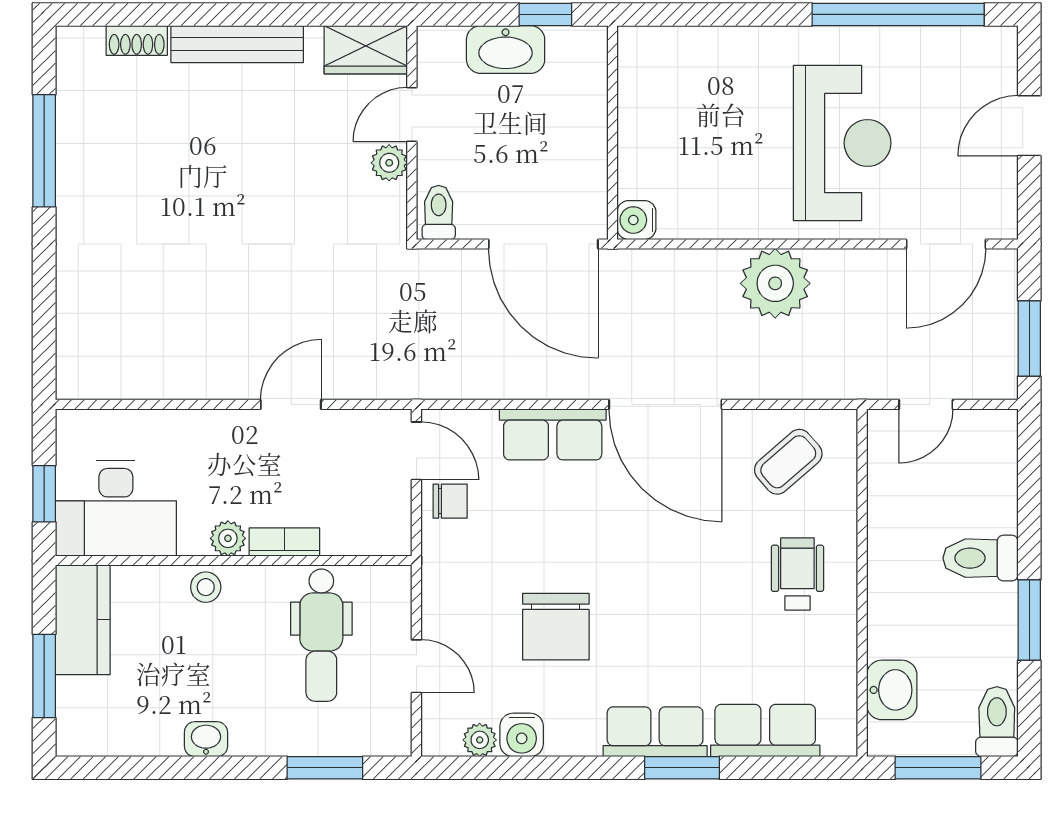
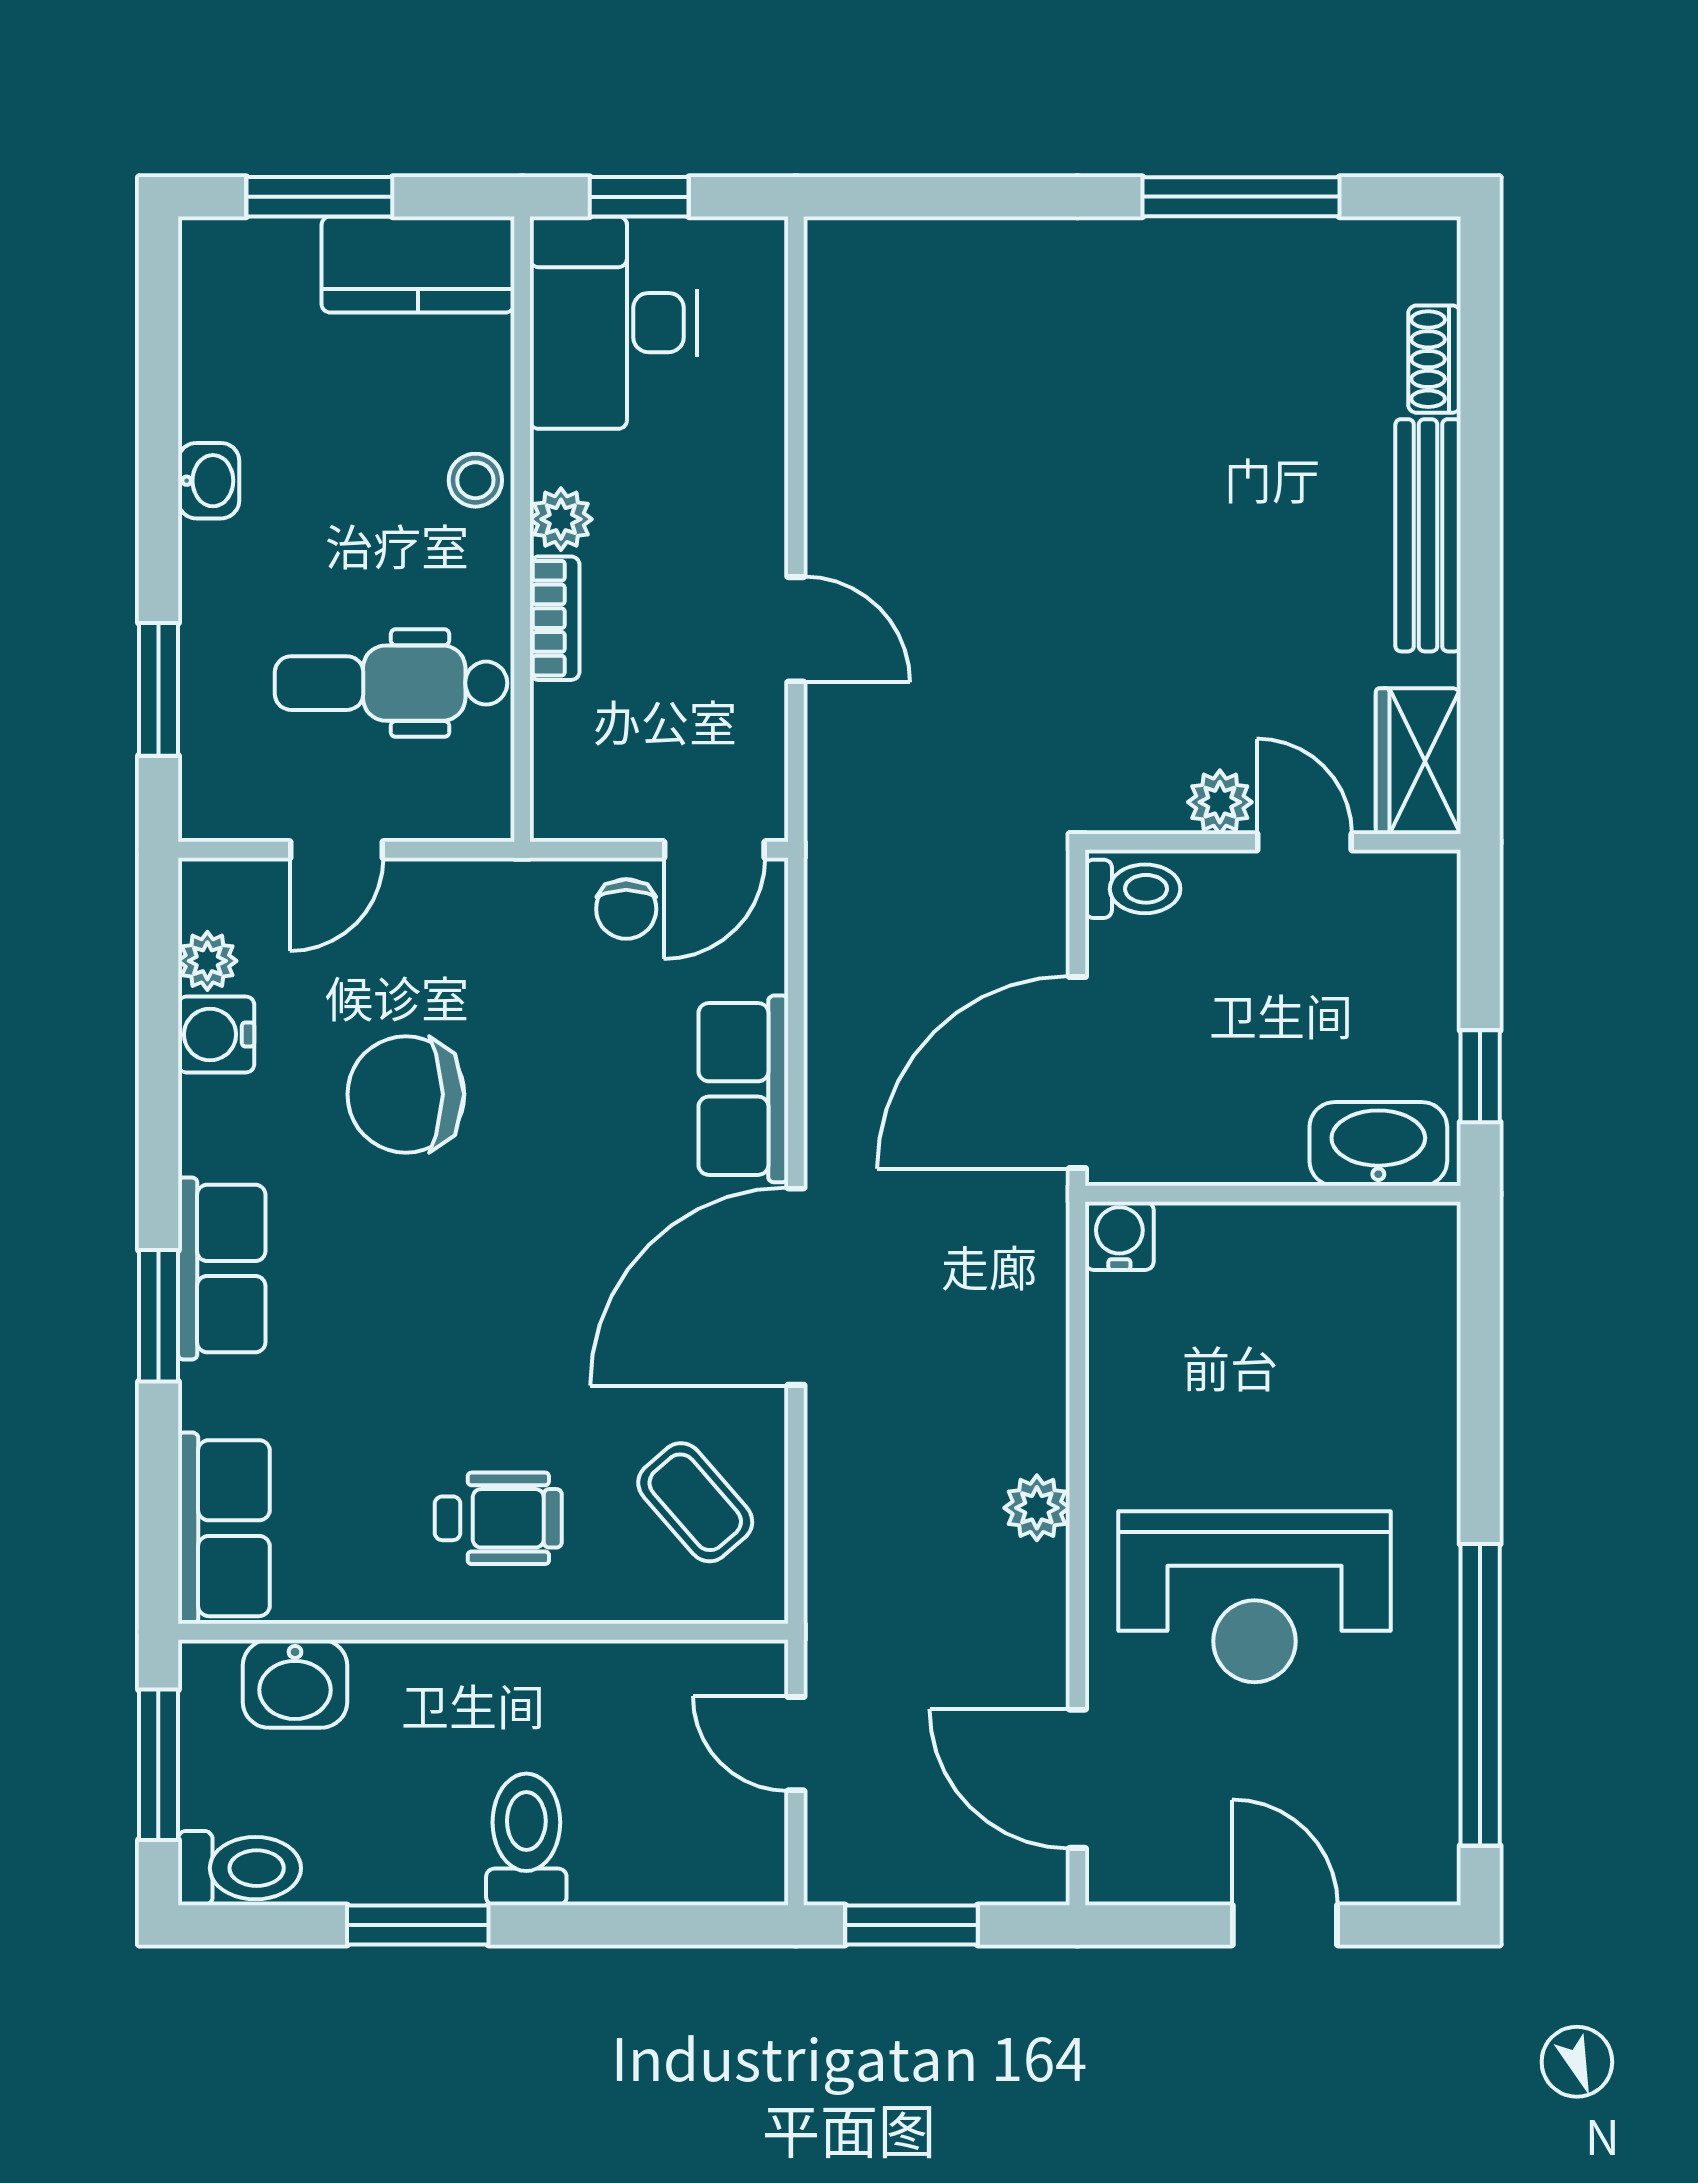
washbasin: (506, 49) -> (1378, 1144), moved, turned 90
plant: (775, 283) -> (1037, 1508), width x0.53, depth x0.53
row of seats: (765, 731) -> (224, 1528), moved

